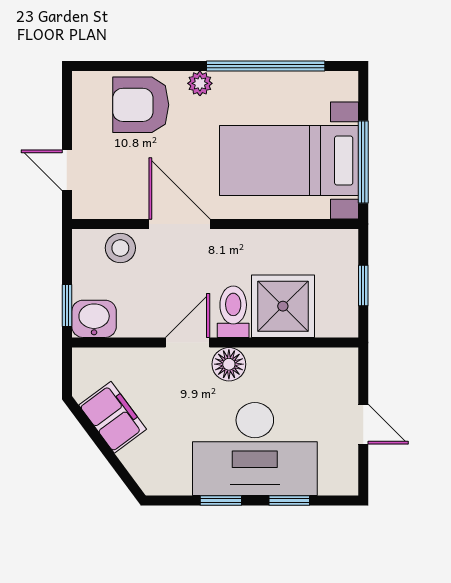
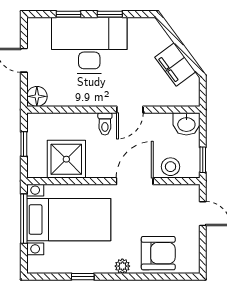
window: (266, 66) -> (83, 277), width x0.32
door: (180, 224) -> (135, 181), swing flipped
window: (67, 306) -> (203, 160), moved
shower: (283, 306) -> (66, 159), moved
toilet: (233, 312) -> (105, 124), width x0.73, depth x0.72
floor lamp: (229, 364) -> (37, 96), moved

